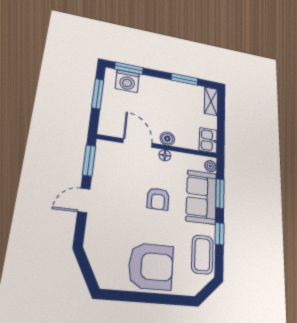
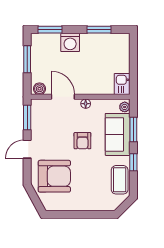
washing machine: (127, 81) -> (70, 42), moved
shelving: (211, 101) -> (124, 46), removed
boiler: (167, 139) -> (39, 89), moved
armchair: (151, 266) -> (54, 176), moved

